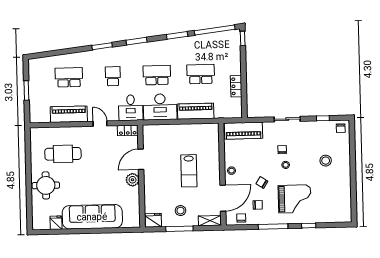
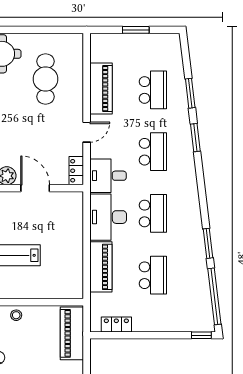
window: (137, 41) -> (190, 93), moved
school desk: (113, 76) -> (153, 152), width x1.85
locker: (236, 86) -> (116, 325), moved

